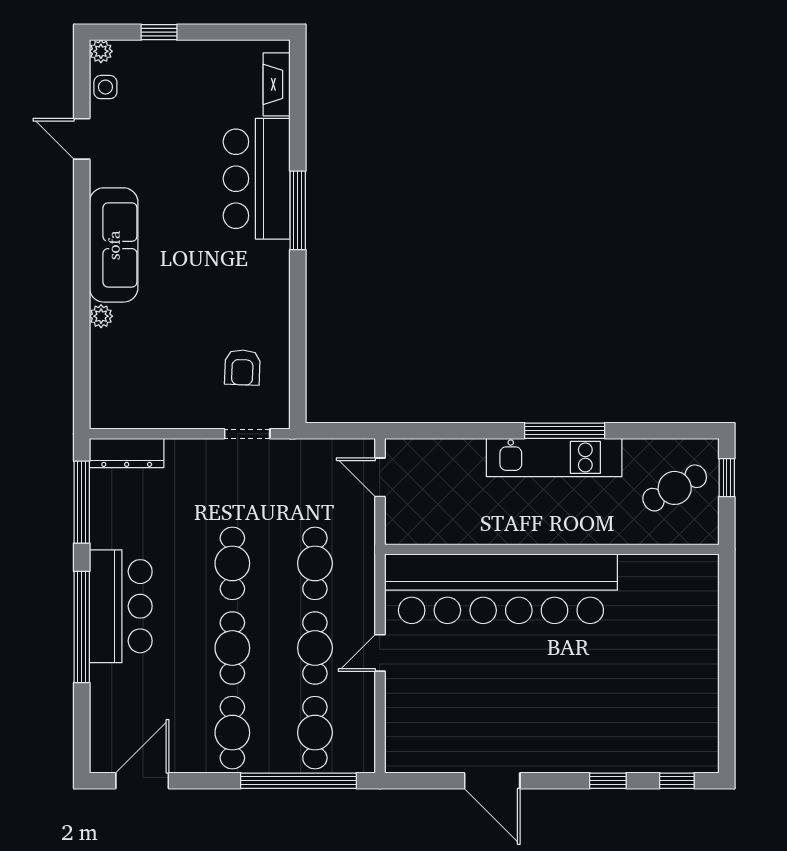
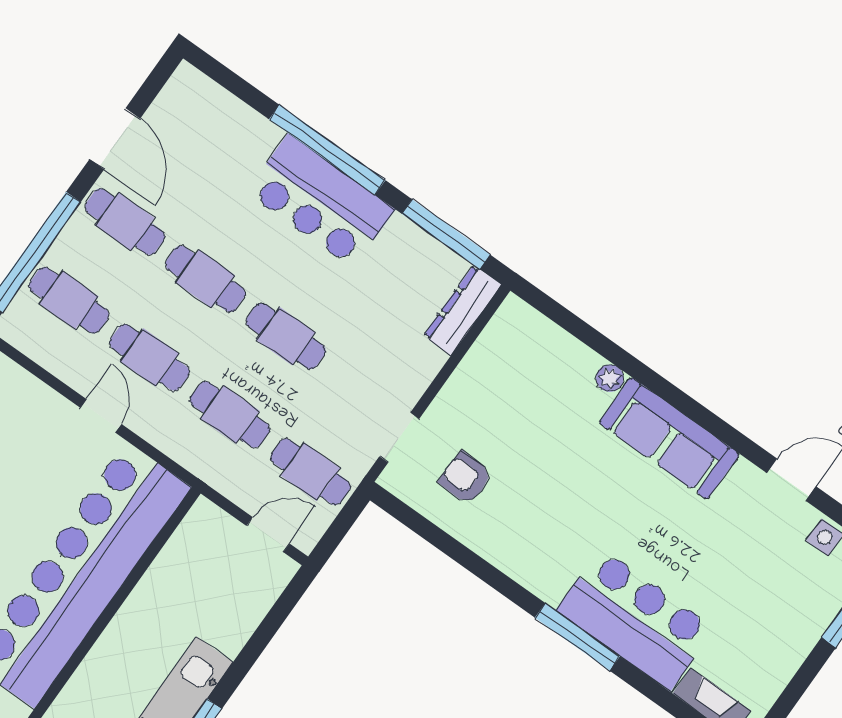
cafe table: (315, 479) -> (310, 472), added
door: (142, 781) -> (115, 139), moved

